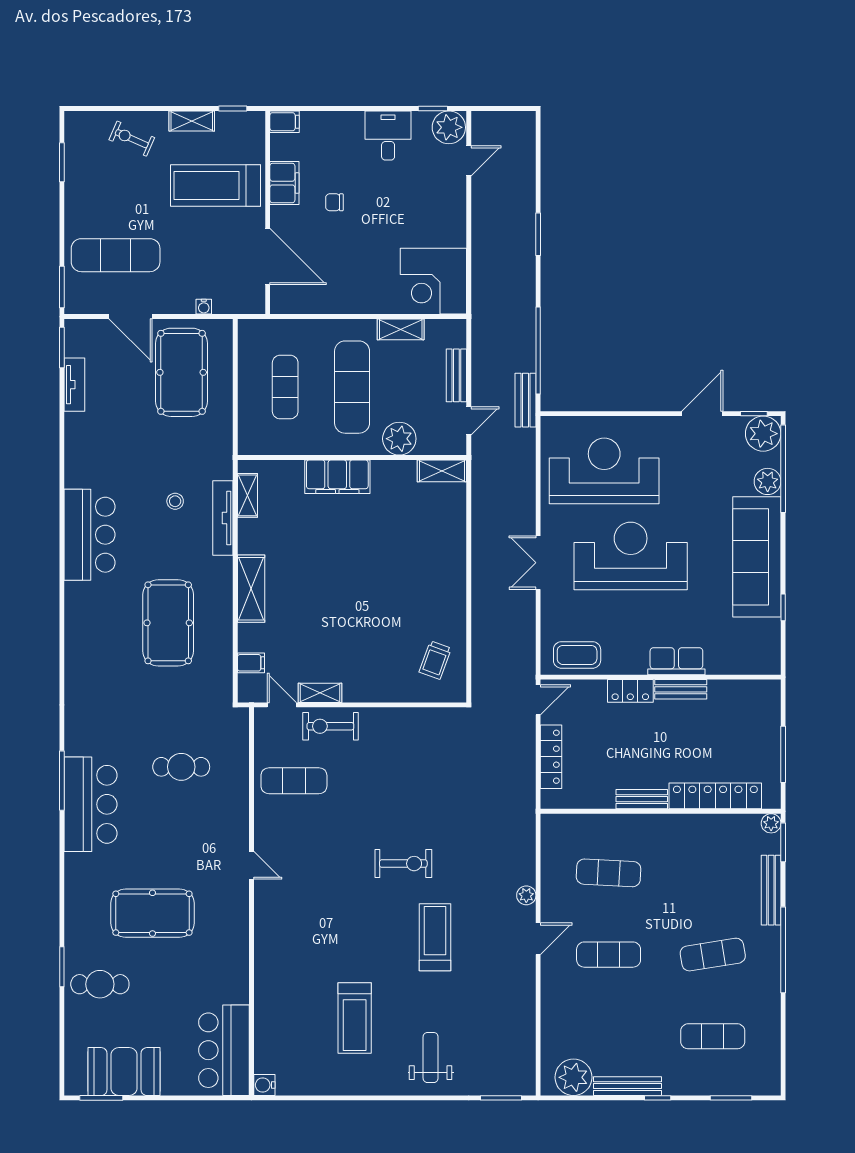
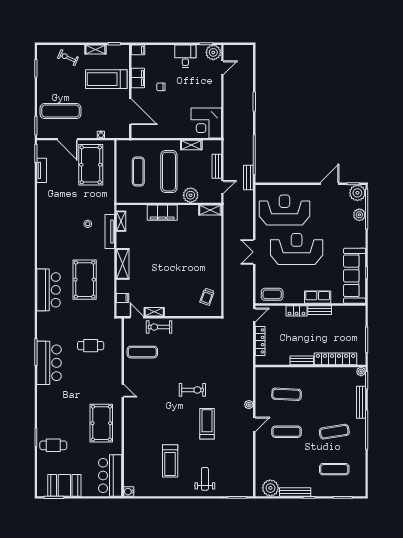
bar counter: (90, 535) -> (49, 290), moved
sofa: (757, 557) -> (355, 276), moved
pool table: (152, 913) -> (101, 423), moved, turned 90

